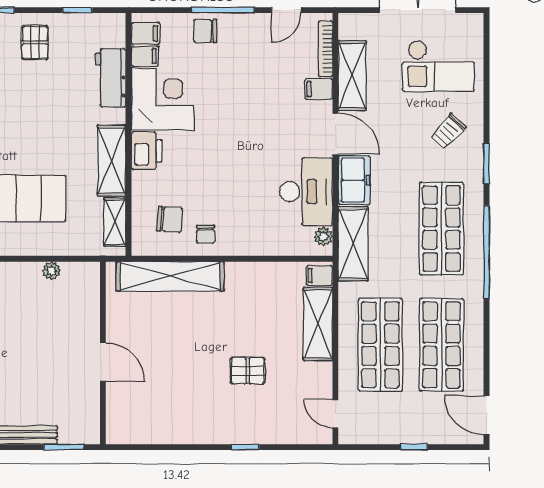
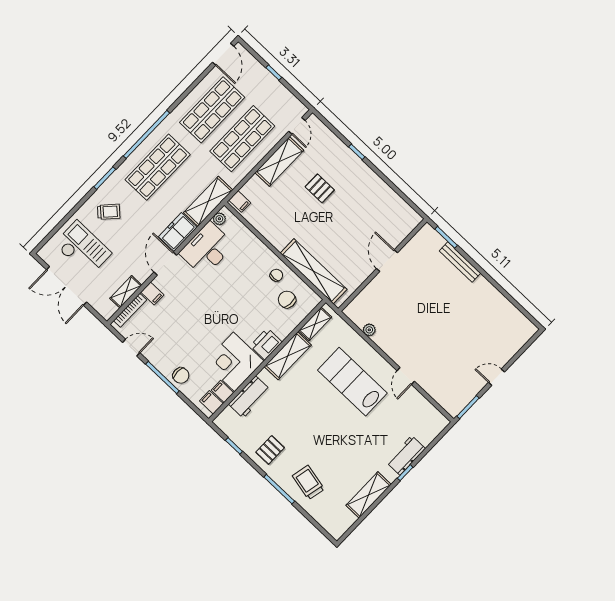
shelving: (352, 76) -> (126, 292), width x0.67, depth x0.75
shelving: (318, 324) -> (279, 161), moved

